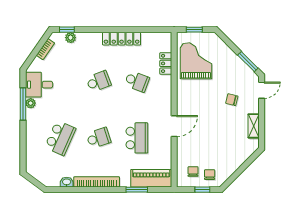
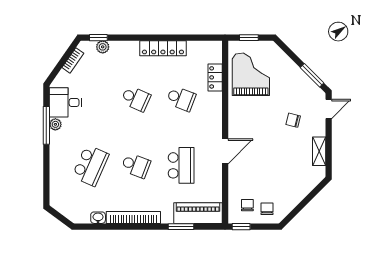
school desk: (99, 81) -> (136, 99), turned 45
school desk: (99, 138) -> (136, 165), turned 39
window: (202, 190) -> (241, 227), moved

